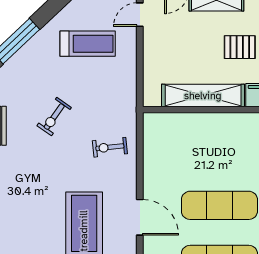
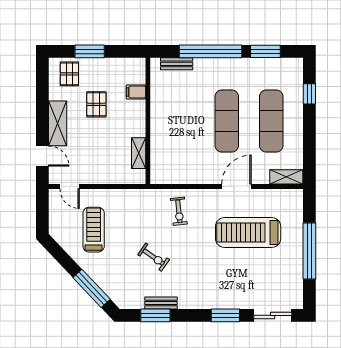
shelving: (203, 96) -> (139, 153), width x0.45, depth x0.75

